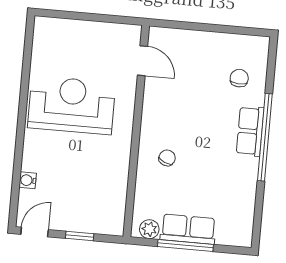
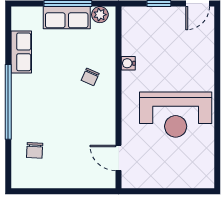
row of seats: (250, 131) -> (21, 52), moved
water cooler: (28, 180) -> (128, 63), moved, turned 180

